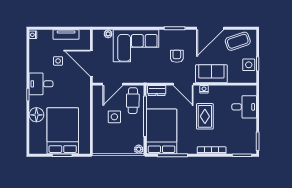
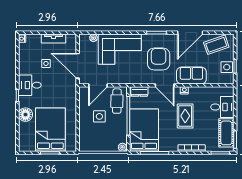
armchair: (177, 56) -> (159, 59), width x1.88, depth x1.88
cot: (248, 134) -> (226, 133), added

